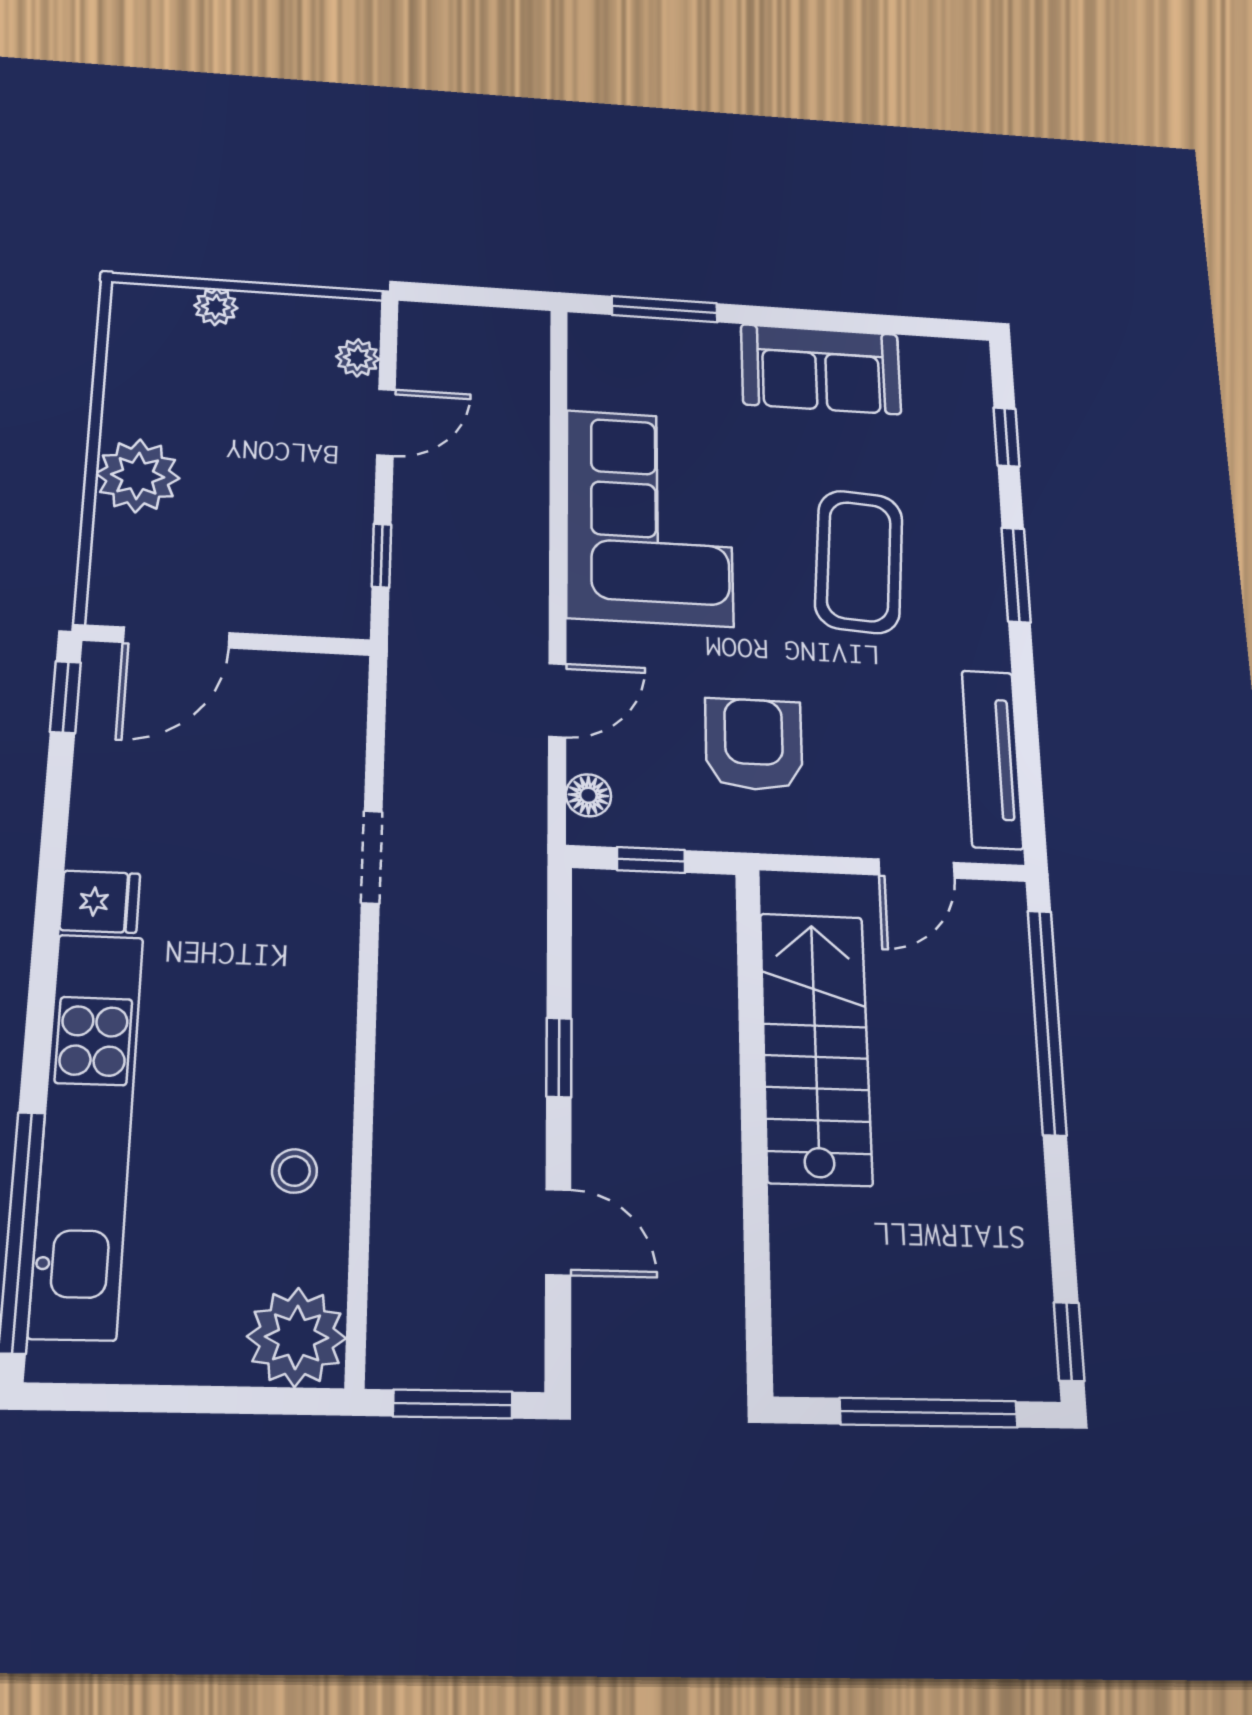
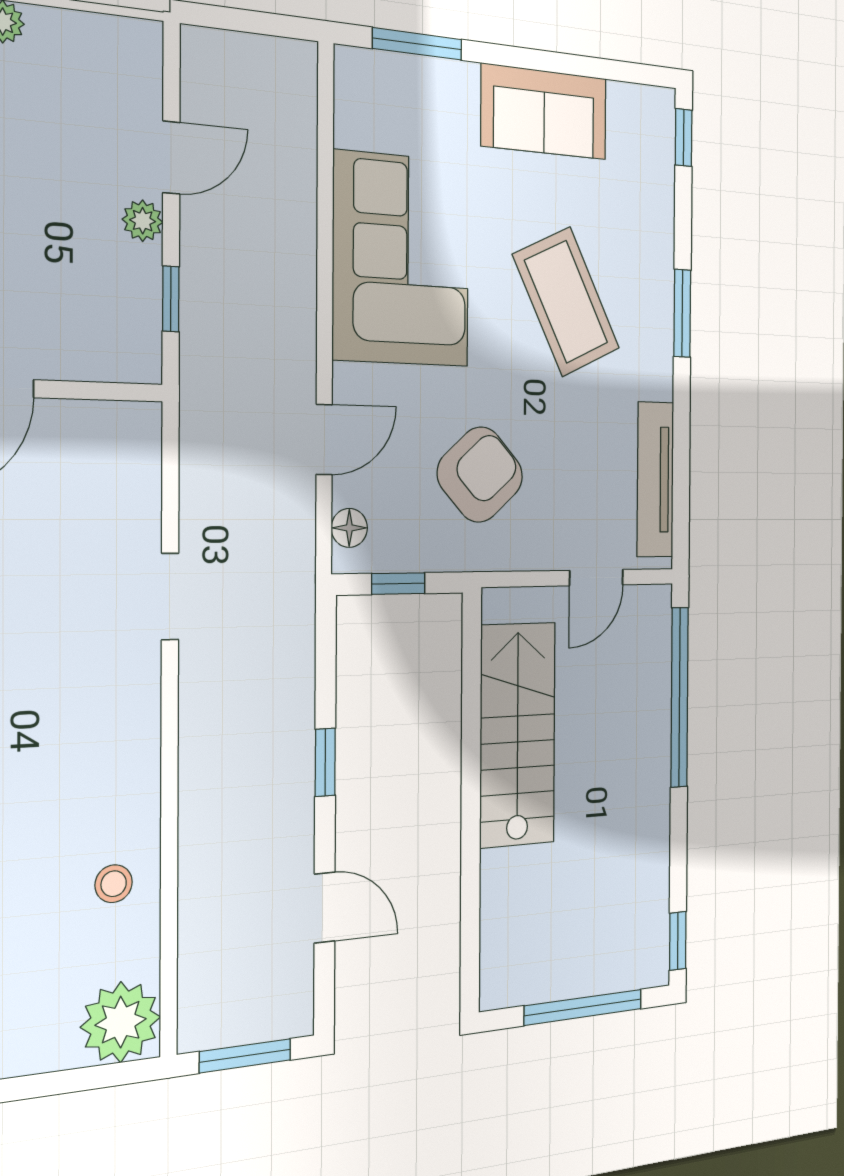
plant: (358, 358) -> (143, 221), moved
window: (1007, 437) -> (684, 138), moved
coffee table: (859, 562) -> (566, 302), turned -30
armchair: (754, 744) -> (480, 475), turned 48

